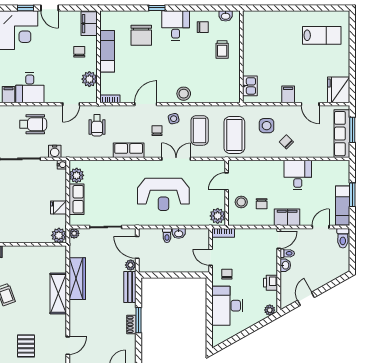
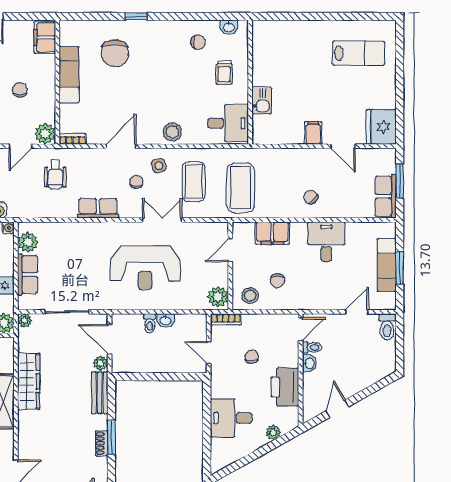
desk: (176, 26) -> (228, 123), moved, turned 90
chair: (79, 52) -> (20, 90), moved
plant: (89, 79) -> (45, 134), moved
kitchen sink: (250, 86) -> (262, 101), moved
side table: (267, 126) -> (284, 175), removed
row of seats: (342, 134) -> (386, 196), width x0.68
stool: (241, 202) -> (250, 296), moved
exam couch: (343, 206) -> (387, 265), moved
filing cabinet: (287, 217) -> (272, 233), moved, turned 180
chair: (227, 274) -> (252, 357), moved
printer: (271, 283) -> (285, 387), width x1.87, depth x1.48
desk: (227, 306) -> (231, 418), width x0.73
plant: (270, 310) -> (273, 432), moved

